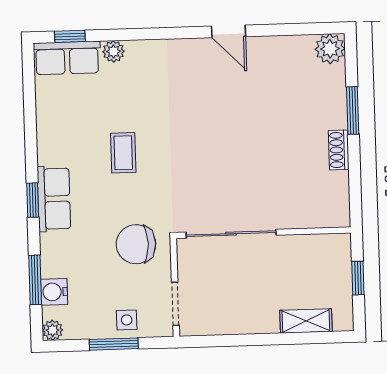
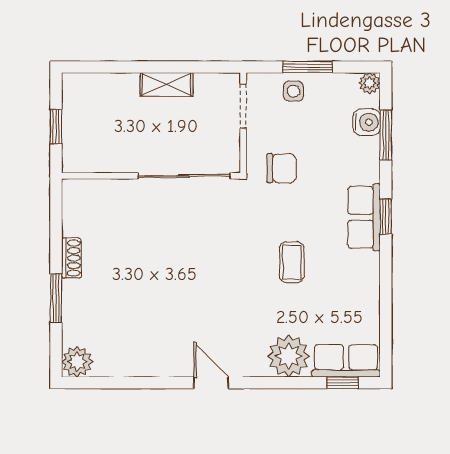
door: (228, 31) -> (211, 383), moved
plant: (113, 51) -> (289, 356), width x1.88, depth x1.88
chair: (136, 244) -> (282, 168), width x0.73, depth x0.73
shelving: (306, 321) -> (167, 84), moved

